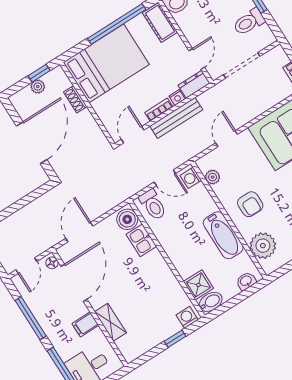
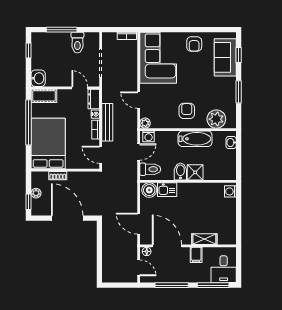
window: (39, 73) -> (29, 202), moved
plant: (213, 177) -> (145, 123), moved
armchair: (250, 204) -> (187, 111), turned -90
shower: (198, 285) -> (195, 172), moved
bidet: (211, 302) -> (180, 172), moved
window: (175, 339) -> (239, 207), removed

